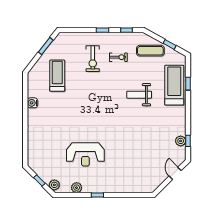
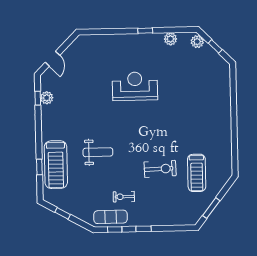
exercise mat: (150, 51) -> (110, 217), moved
exercise bike: (93, 59) -> (160, 169), moved, turned 88
water cooler: (32, 103) -> (226, 139), removed
reception desk: (85, 154) -> (135, 86), moved

